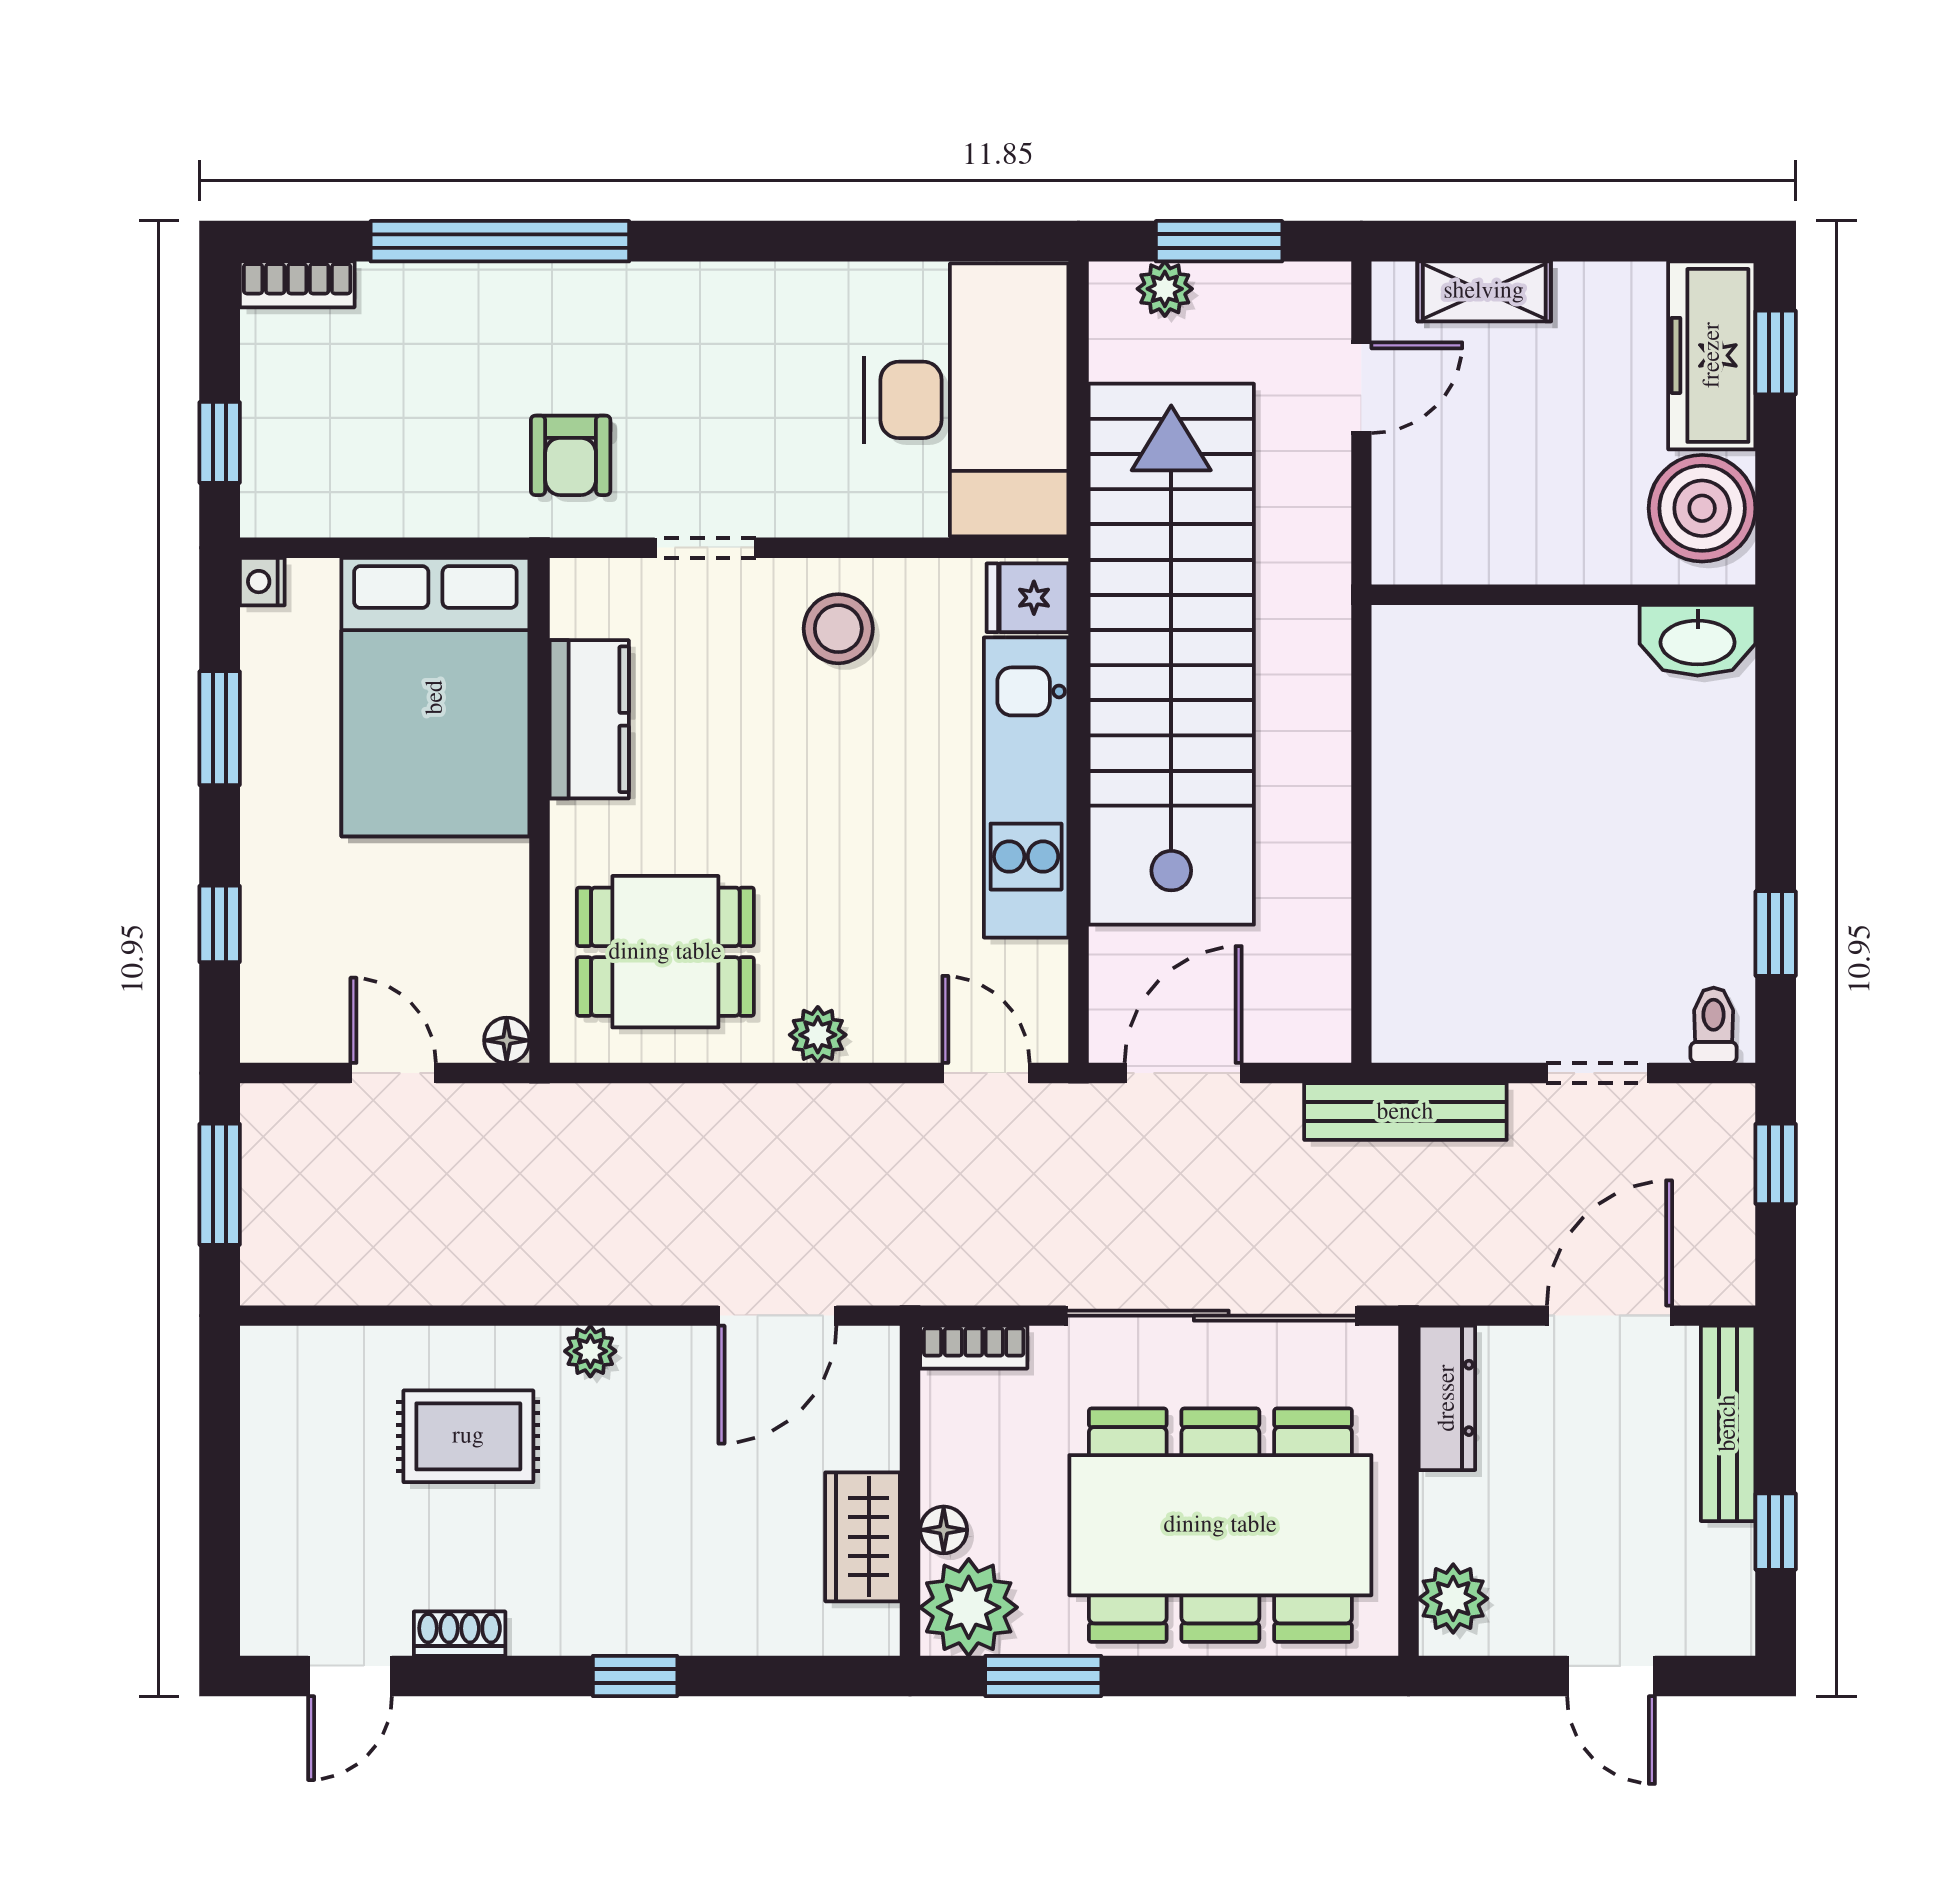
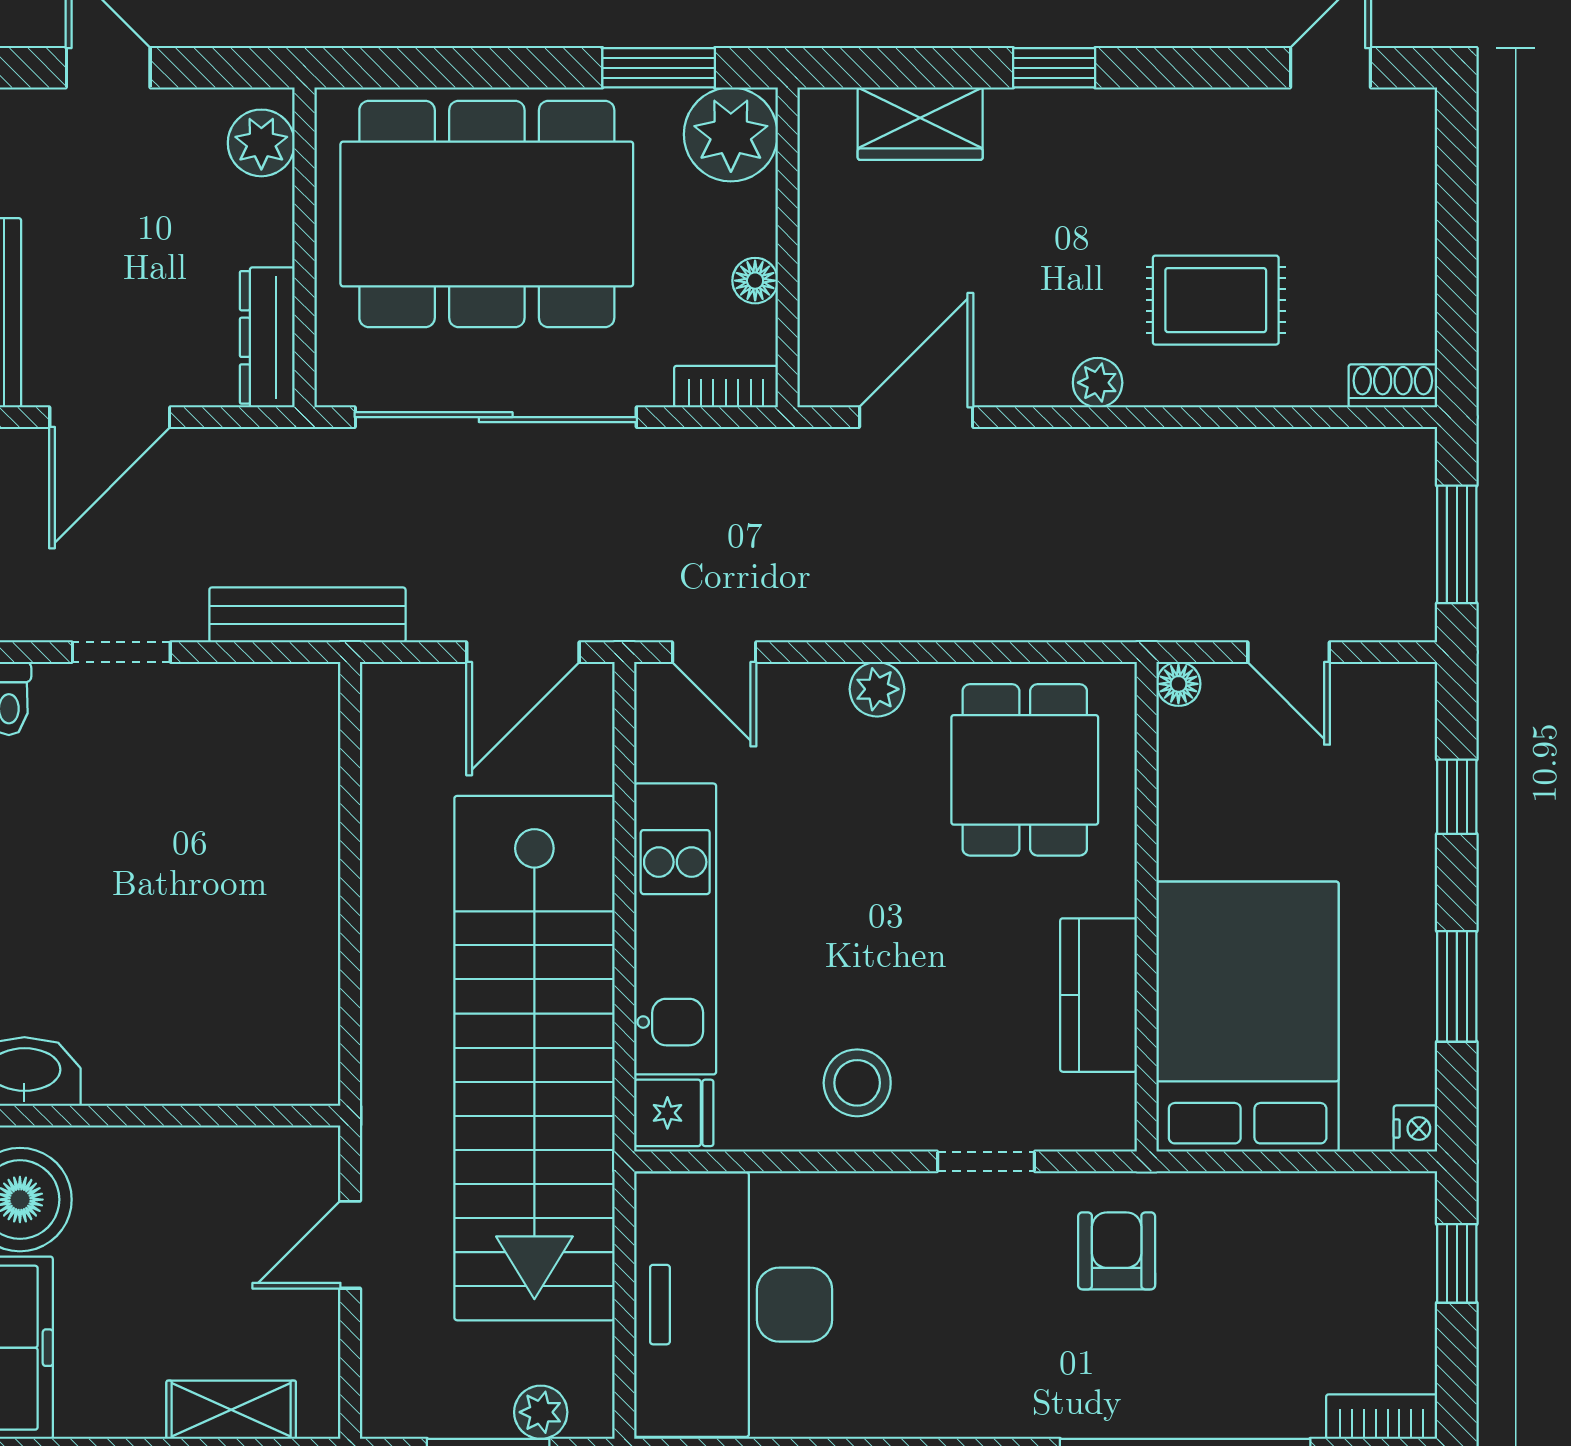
door: (1361, 388) -> (350, 1245), moved
dining table: (665, 952) -> (1025, 770), turned 90
floor lamp: (944, 1530) -> (755, 281), moved
wardrobe: (863, 1537) -> (920, 124), moved, turned 90
shoe rack: (460, 1634) -> (1393, 386), moved, turned 180

